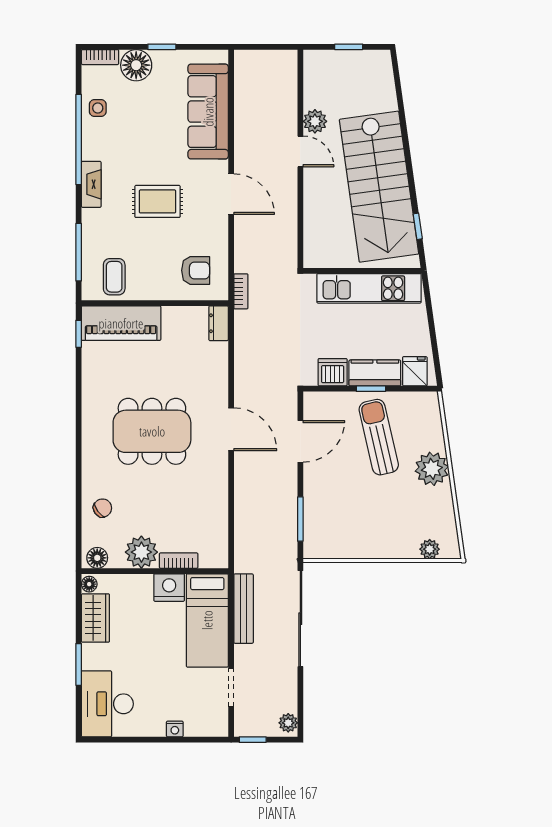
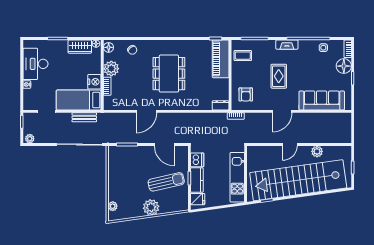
door: (300, 151) -> (290, 144), moved
stairs: (379, 187) -> (298, 180), width x1.36
door: (231, 429) -> (146, 111), moved
bench: (244, 609) -> (84, 117), width x0.73
desk: (107, 704) -> (35, 64), moved, turned -90

